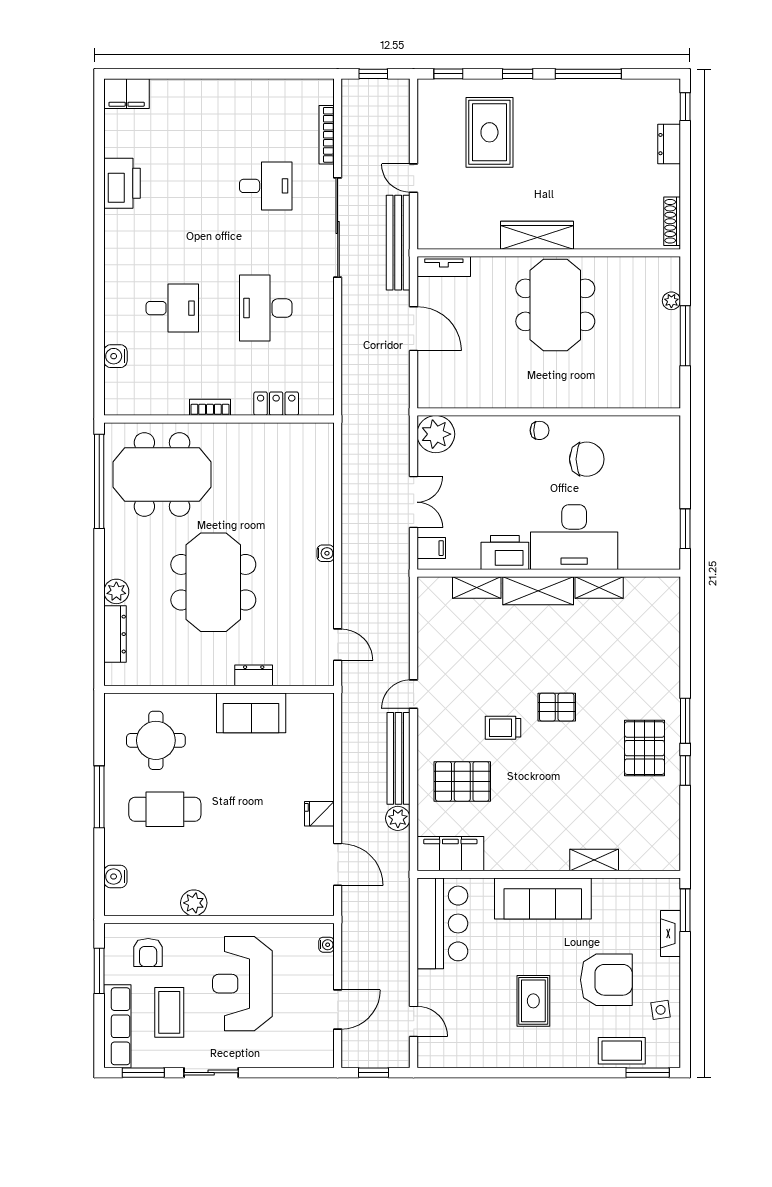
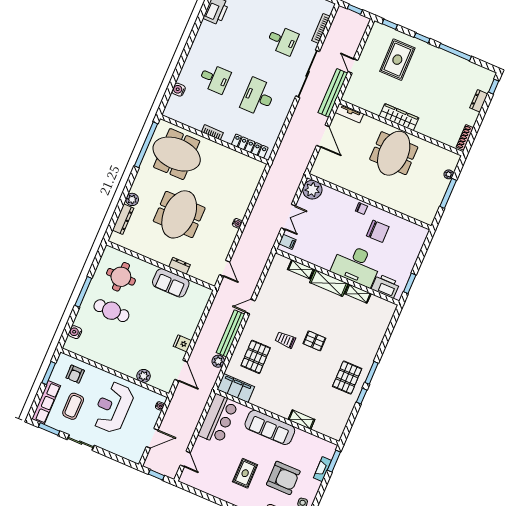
locker: (276, 404) -> (250, 146), width x1.53
printer: (505, 552) -> (386, 286), moved
pallet: (462, 781) -> (256, 357), turned 90
plant: (194, 903) -> (144, 376), moved

